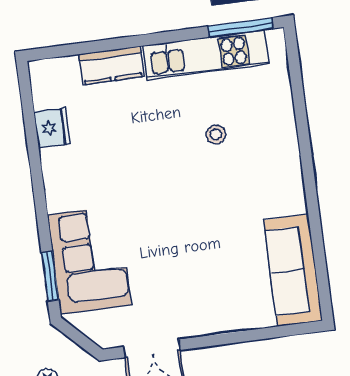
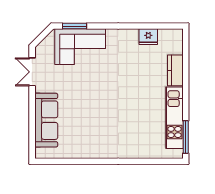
stool: (216, 135) -> (134, 118), removed
sofa: (293, 270) -> (46, 120), moved, turned 90

